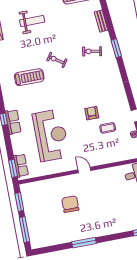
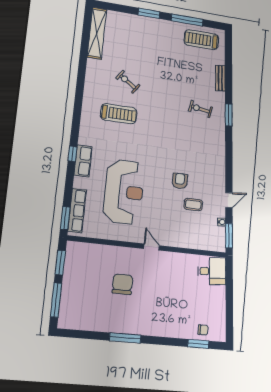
weight bench: (32, 21) -> (142, 50), removed
exercise bike: (57, 60) -> (128, 82), moved
row of seats: (21, 166) -> (77, 211), width x1.48

